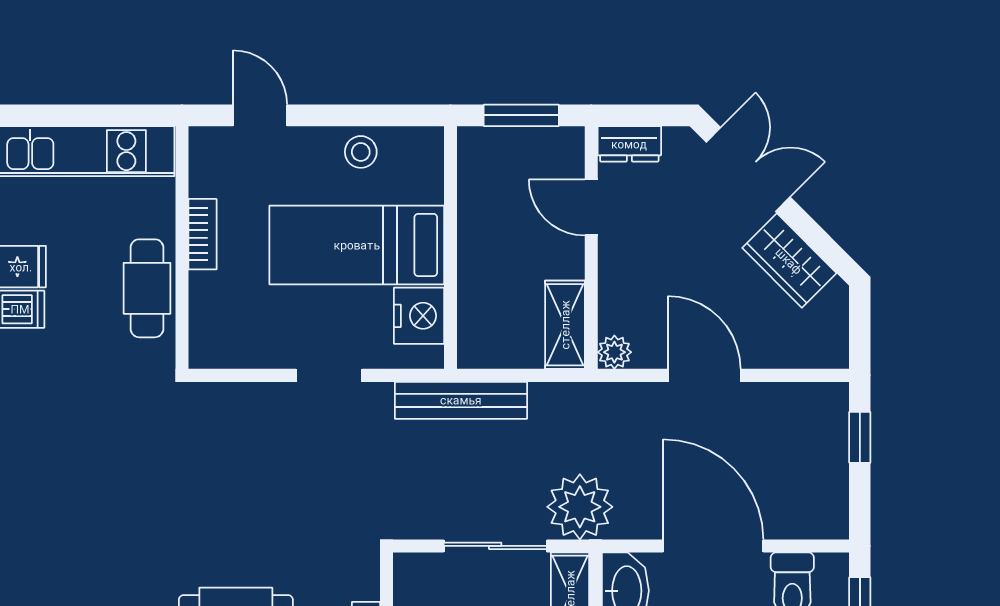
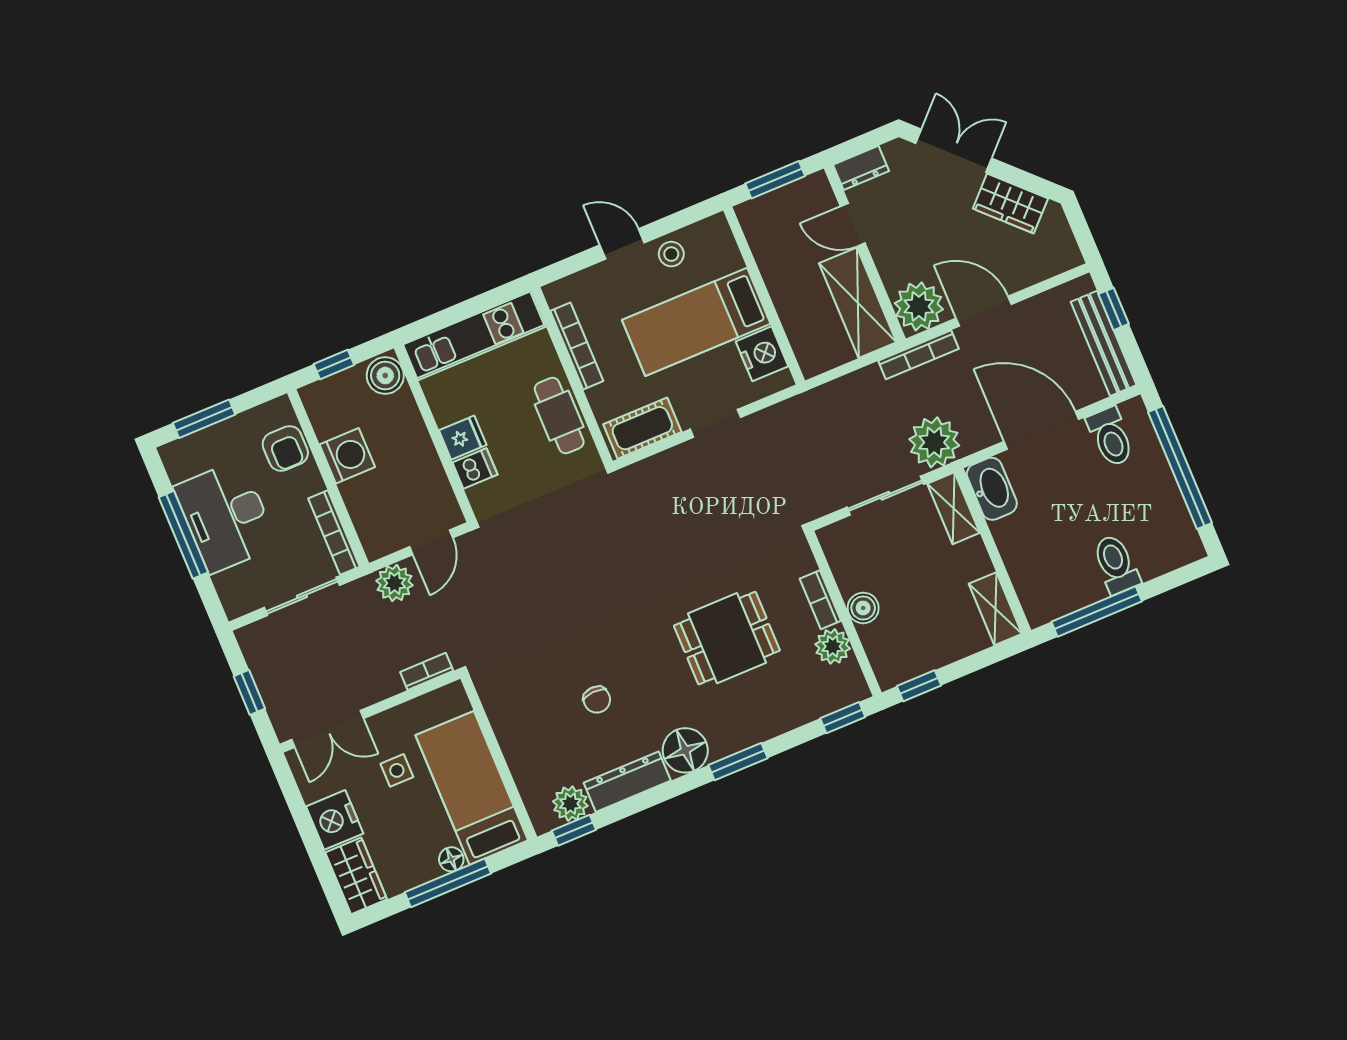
door: (260, 115) -> (622, 244), moved
bookcase: (202, 234) -> (577, 346), width x1.56
shelving: (565, 325) -> (858, 303), width x1.50, depth x1.33
cot: (240, 345) -> (642, 428), added
plant: (614, 352) -> (919, 306), width x1.88, depth x1.88
bookcase: (605, 395) -> (919, 355), added
bench: (461, 400) -> (1104, 343), moved, turned 90

